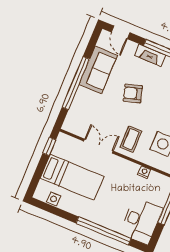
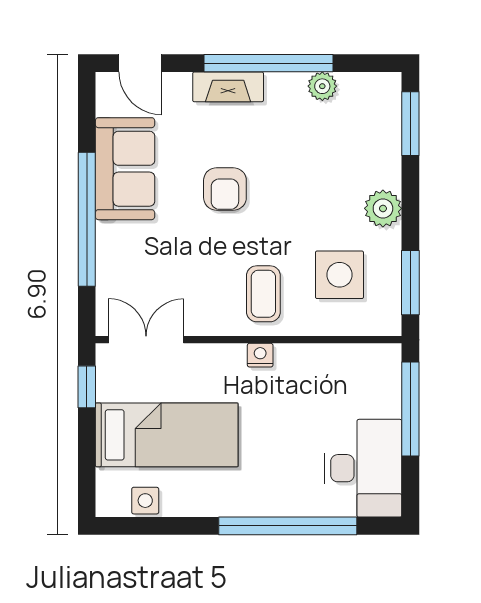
armchair: (133, 93) -> (225, 189), turned -74
double door: (98, 146) -> (146, 340), moved
nightstand: (144, 172) -> (260, 355), moved

